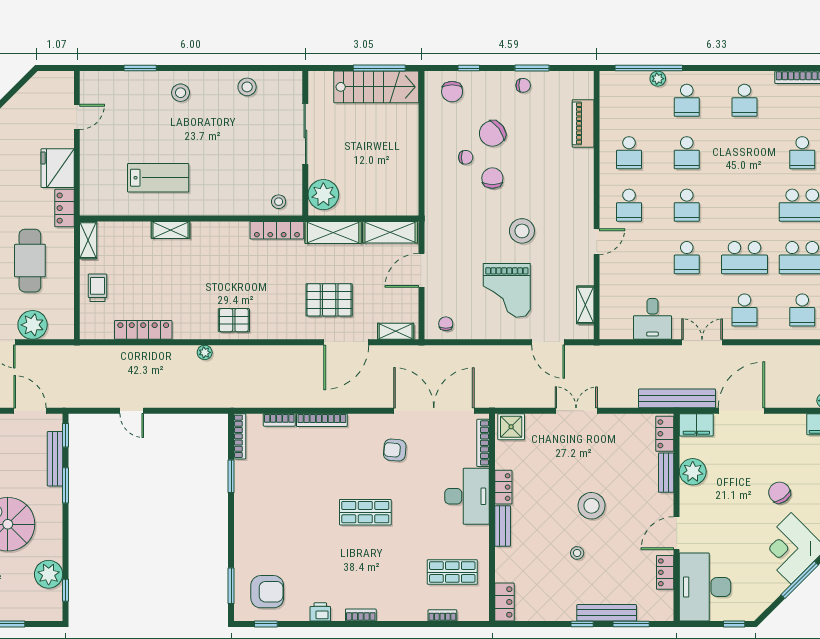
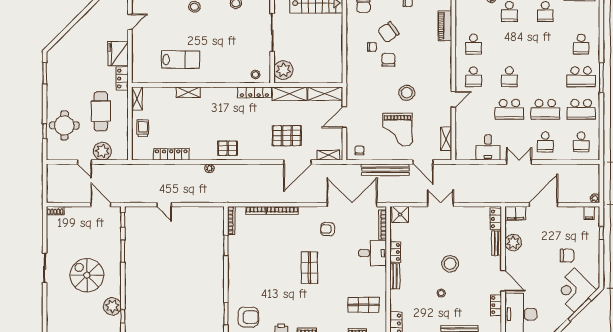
school desk: (687, 153) -> (509, 44), removed
school desk: (687, 258) -> (509, 109), width x1.85
bench: (677, 398) -> (385, 170), moved
bench: (55, 459) -> (116, 234), removed
chair: (779, 493) -> (567, 255), turned 125
desk: (467, 496) -> (373, 253), width x0.73
shop shelf: (365, 512) -> (309, 268), turned 90
door: (677, 533) -> (503, 281), swing flipped

